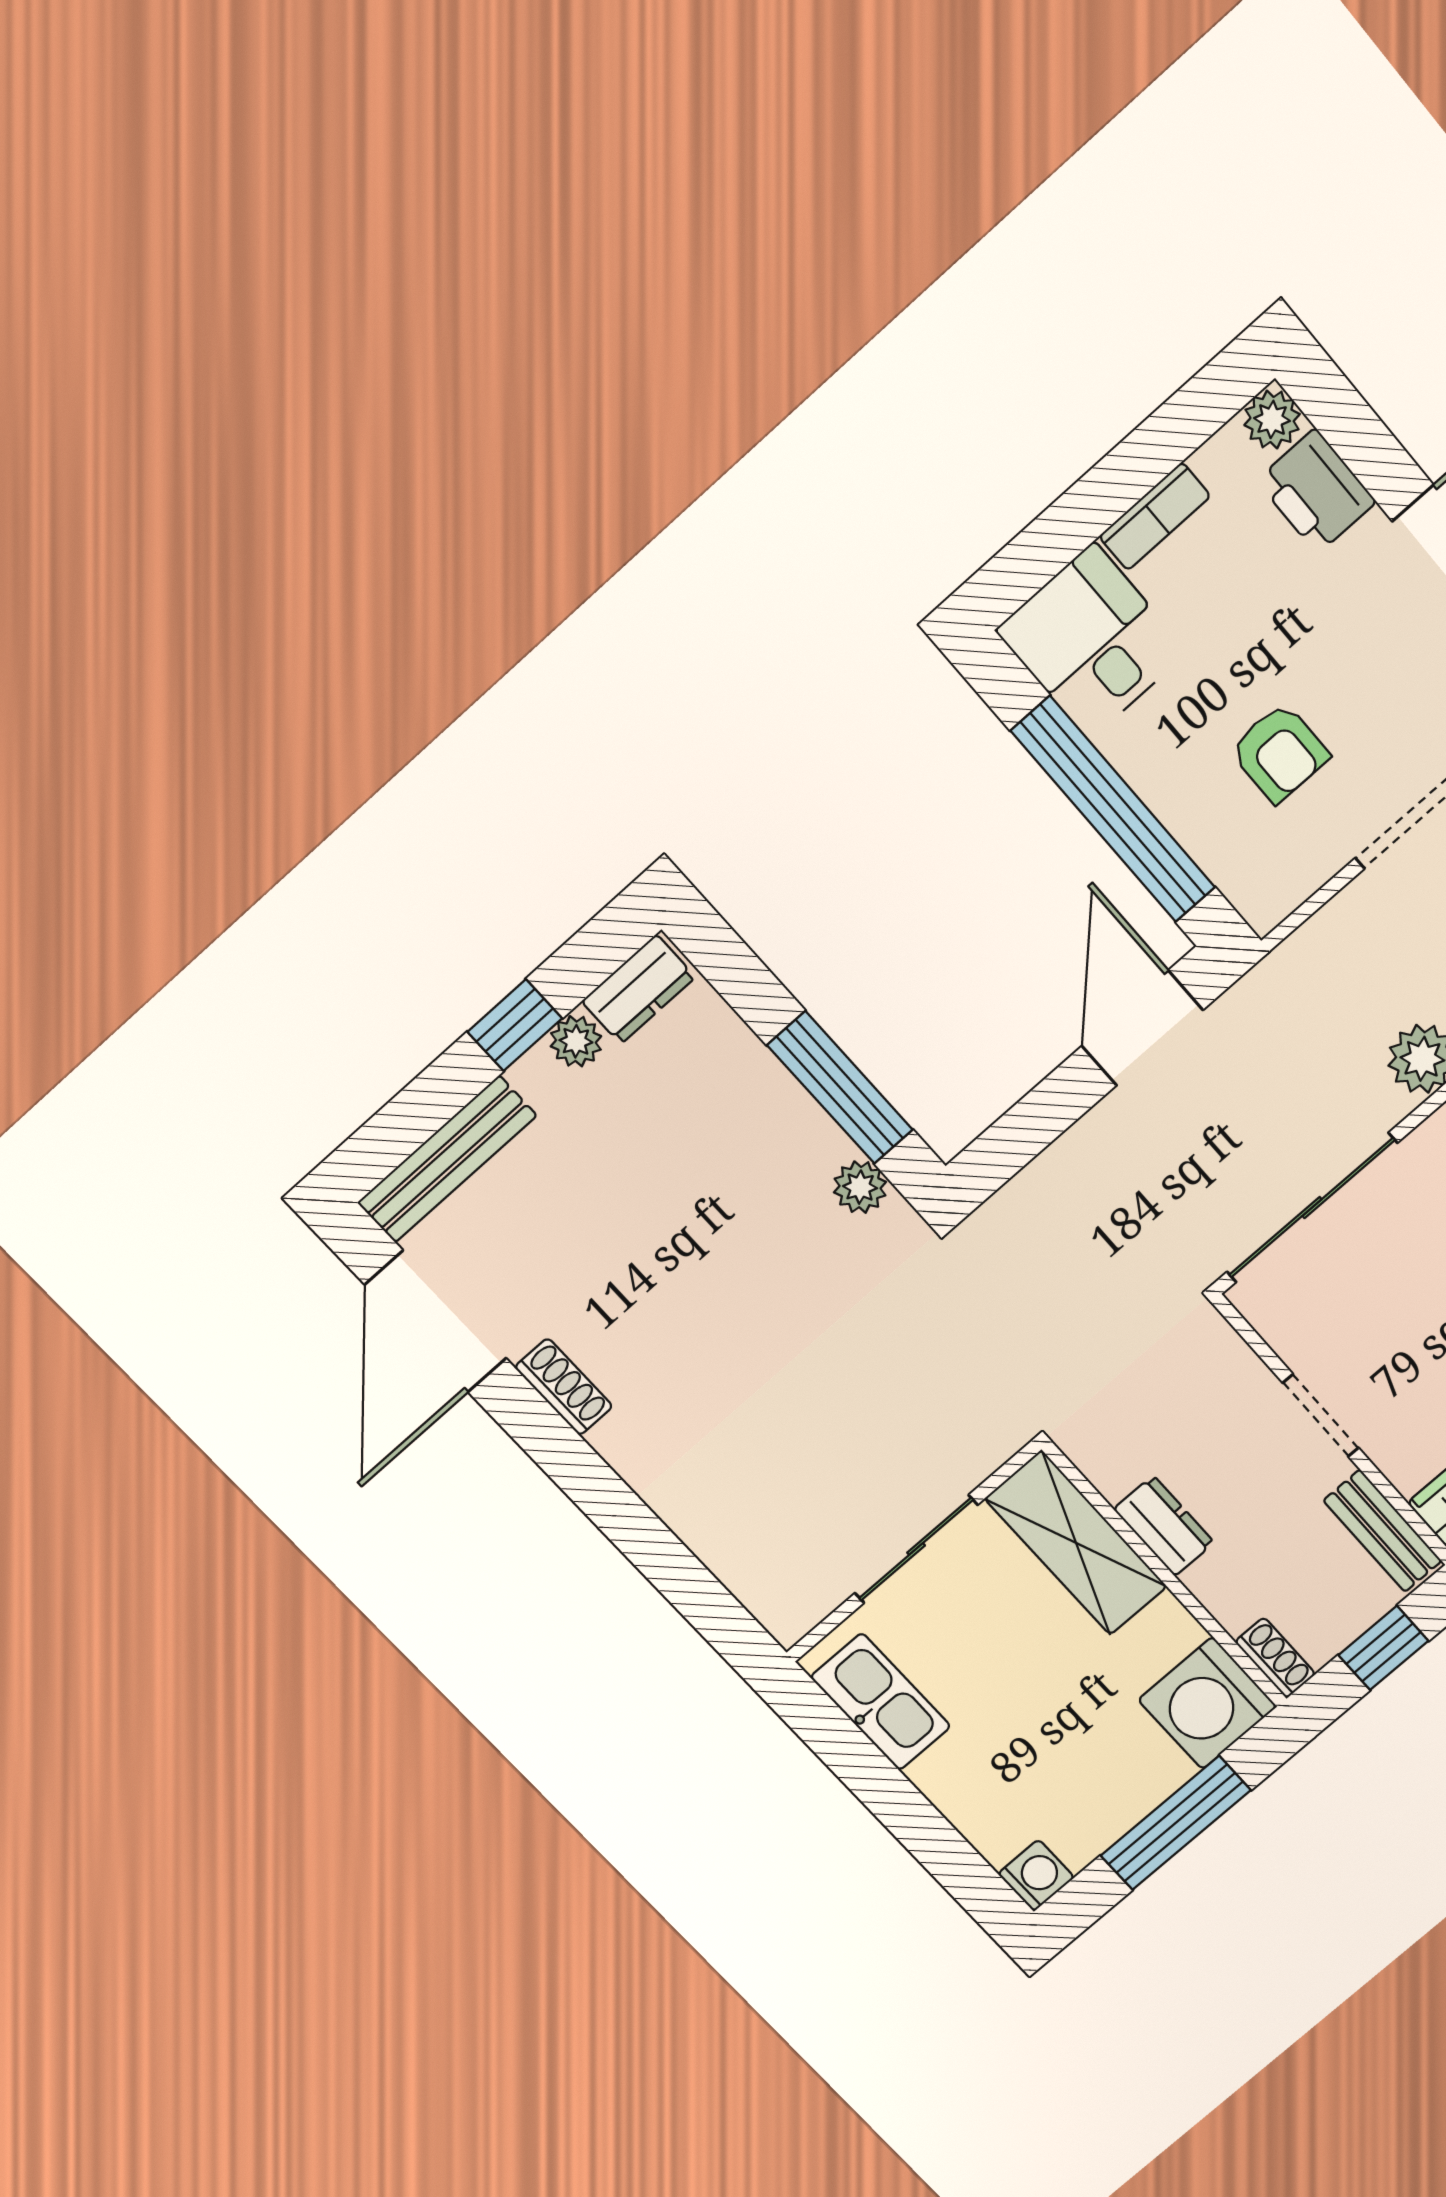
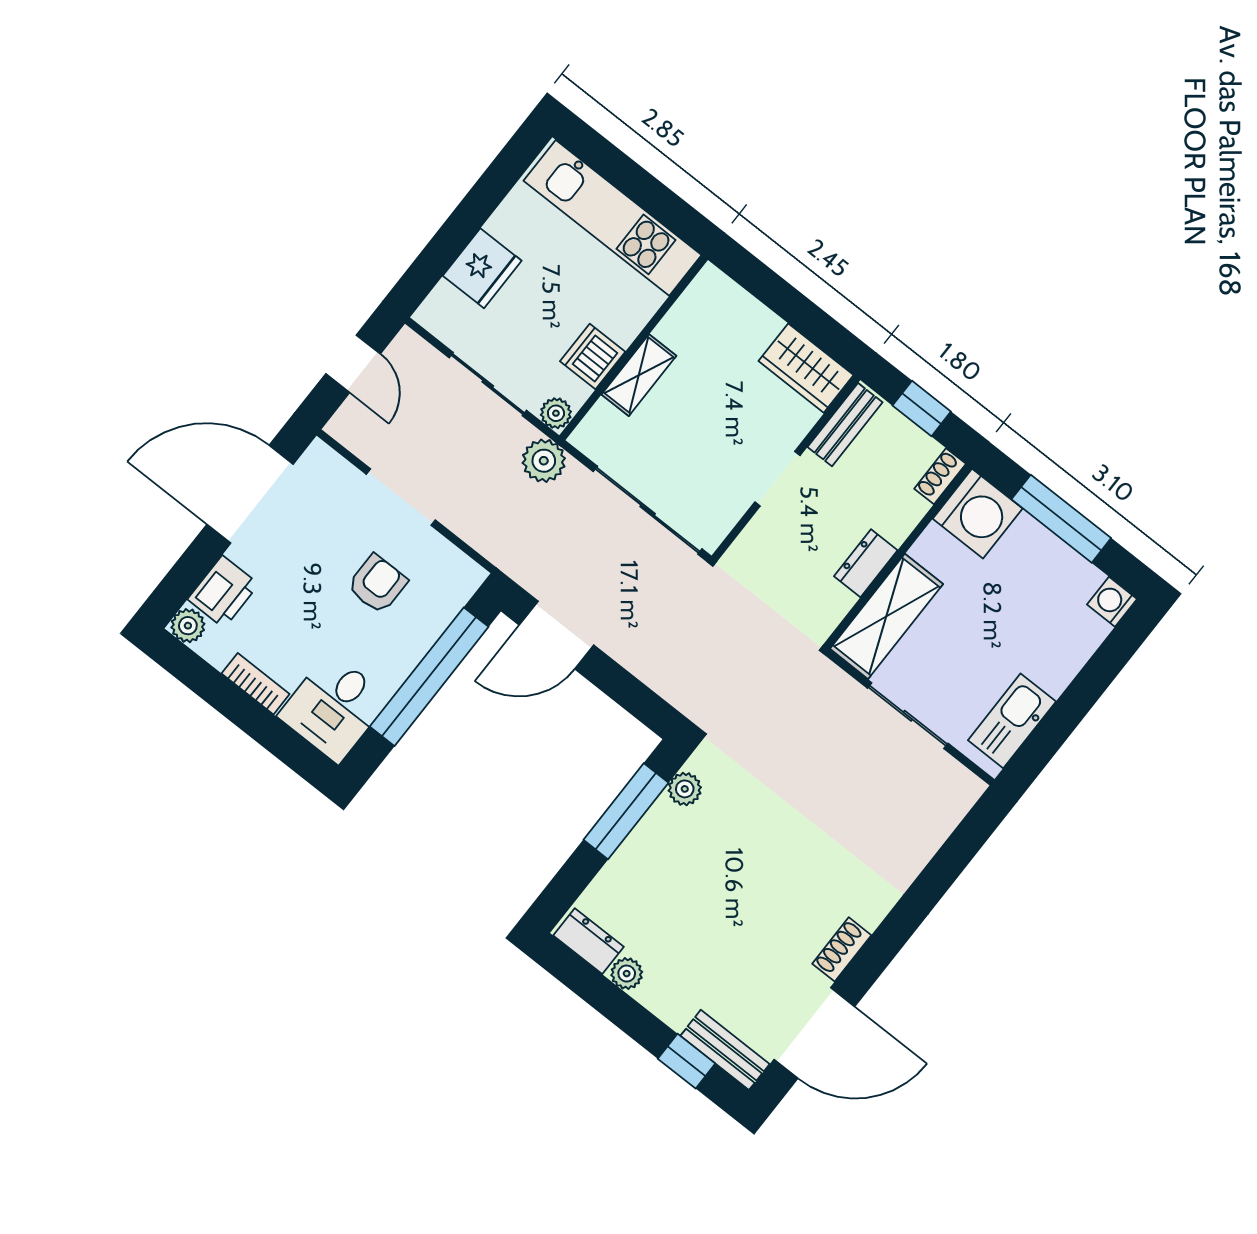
window: (515, 1025) -> (687, 1061), moved
bench: (447, 1159) -> (725, 1050), width x0.73

